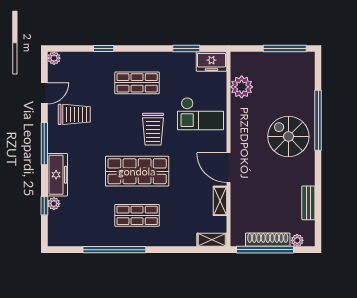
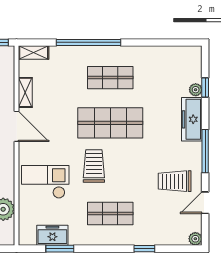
freezer: (211, 62) -> (52, 235), moved
window: (114, 250) -> (89, 42), moved

